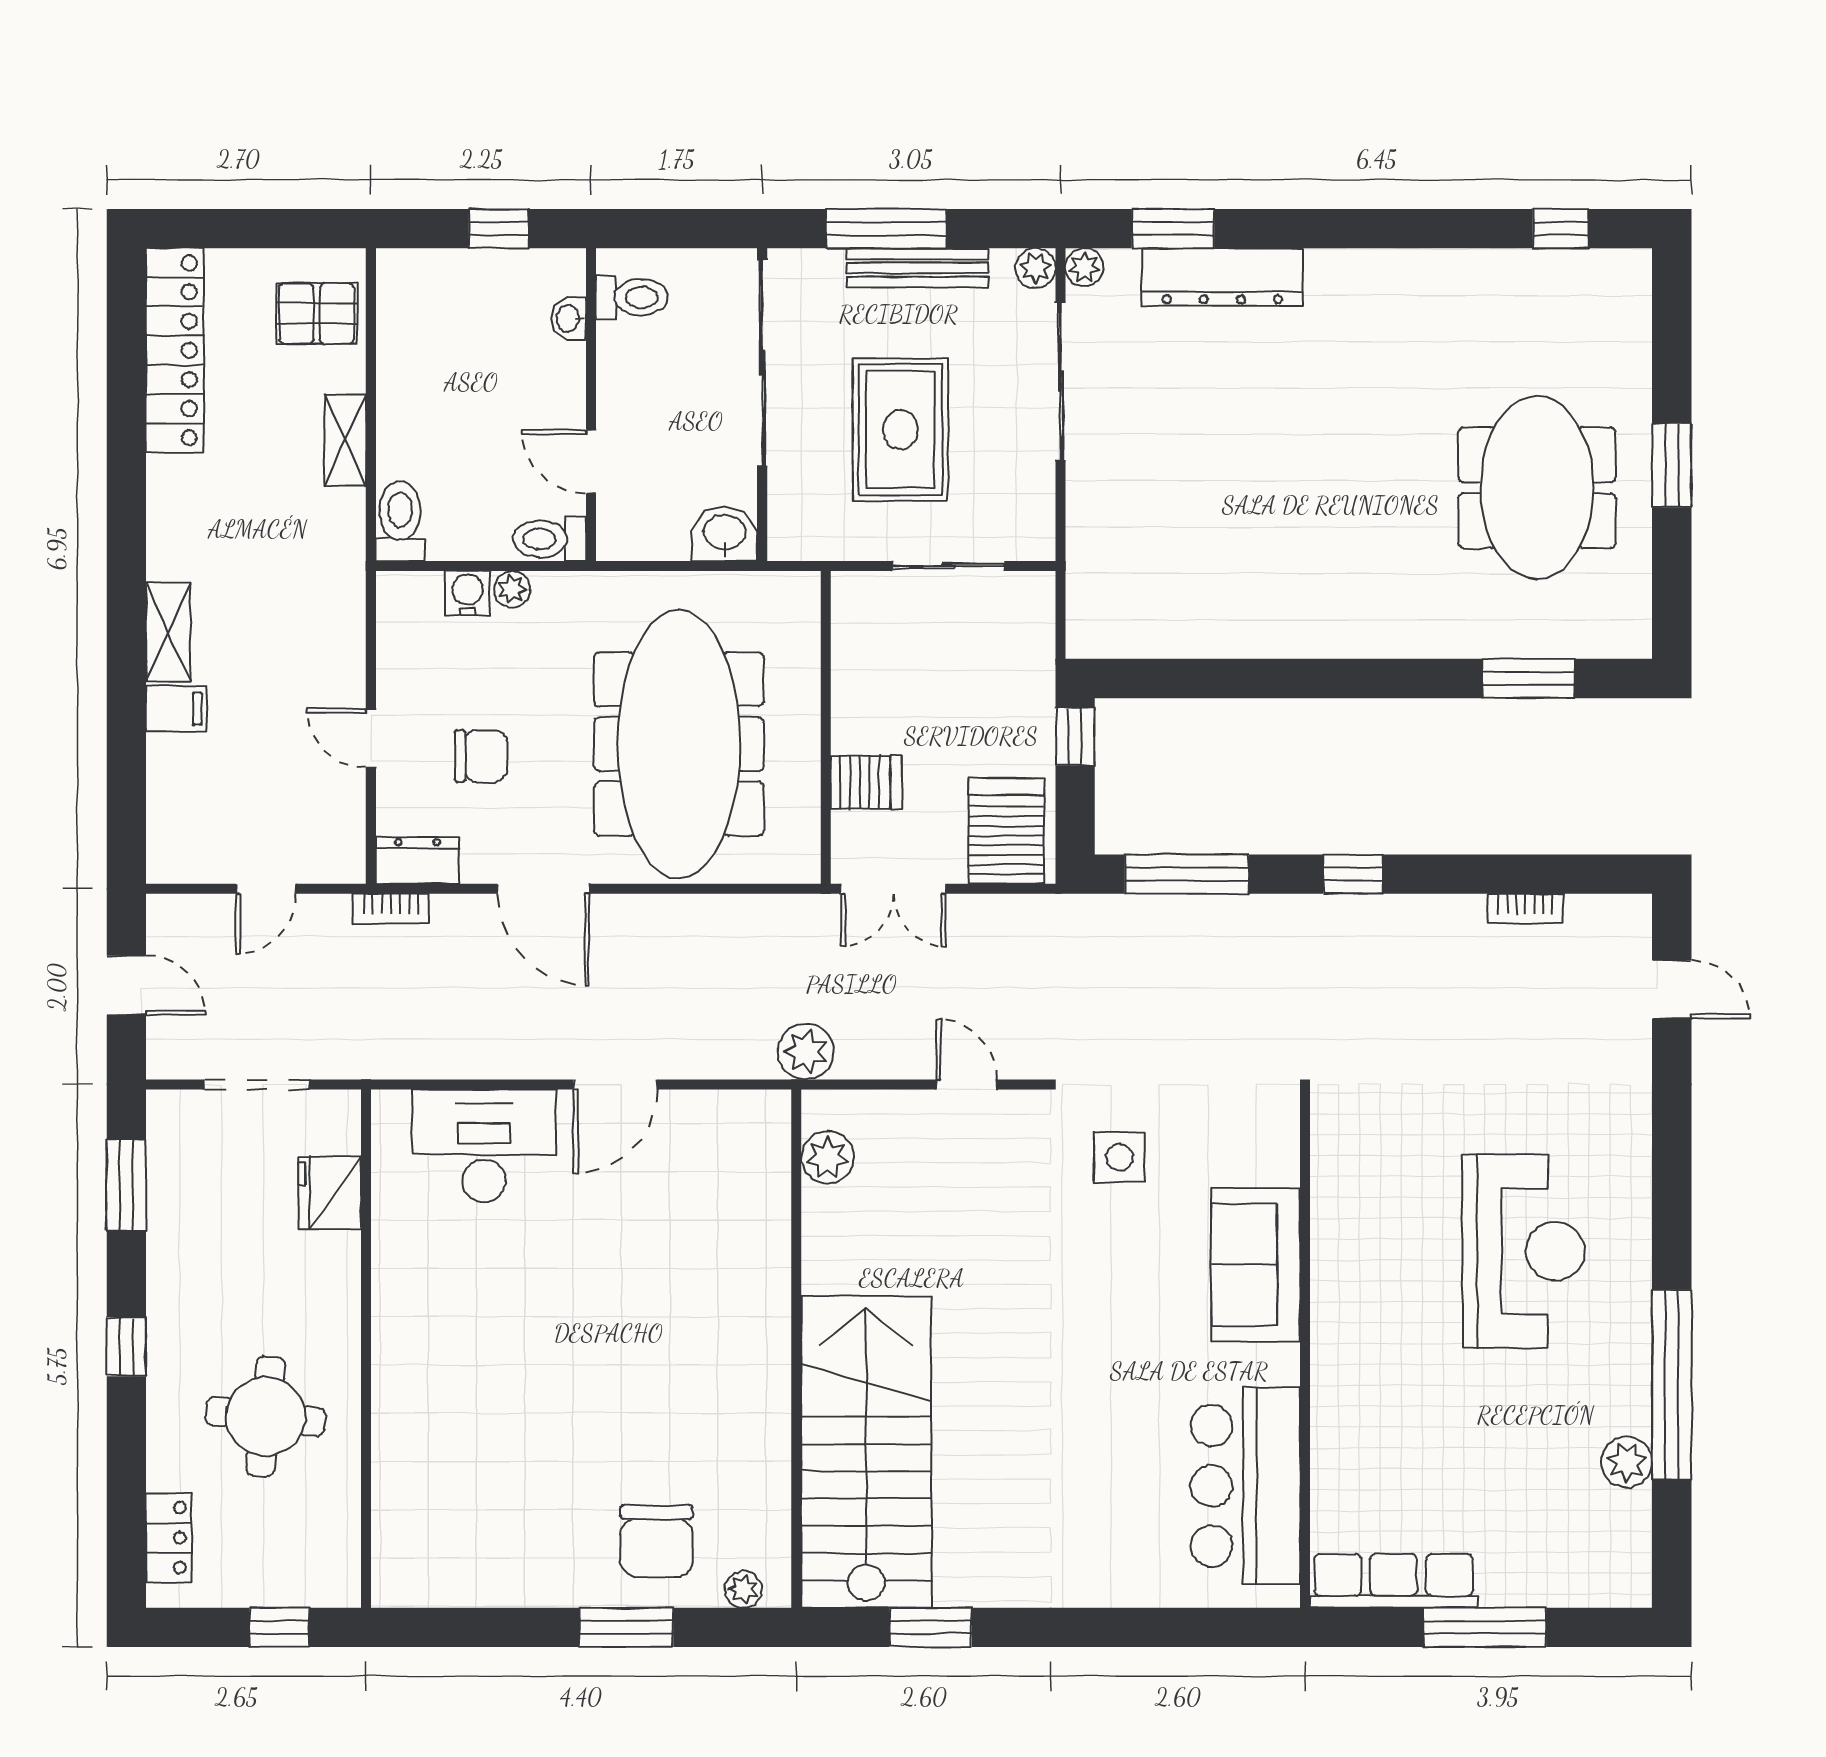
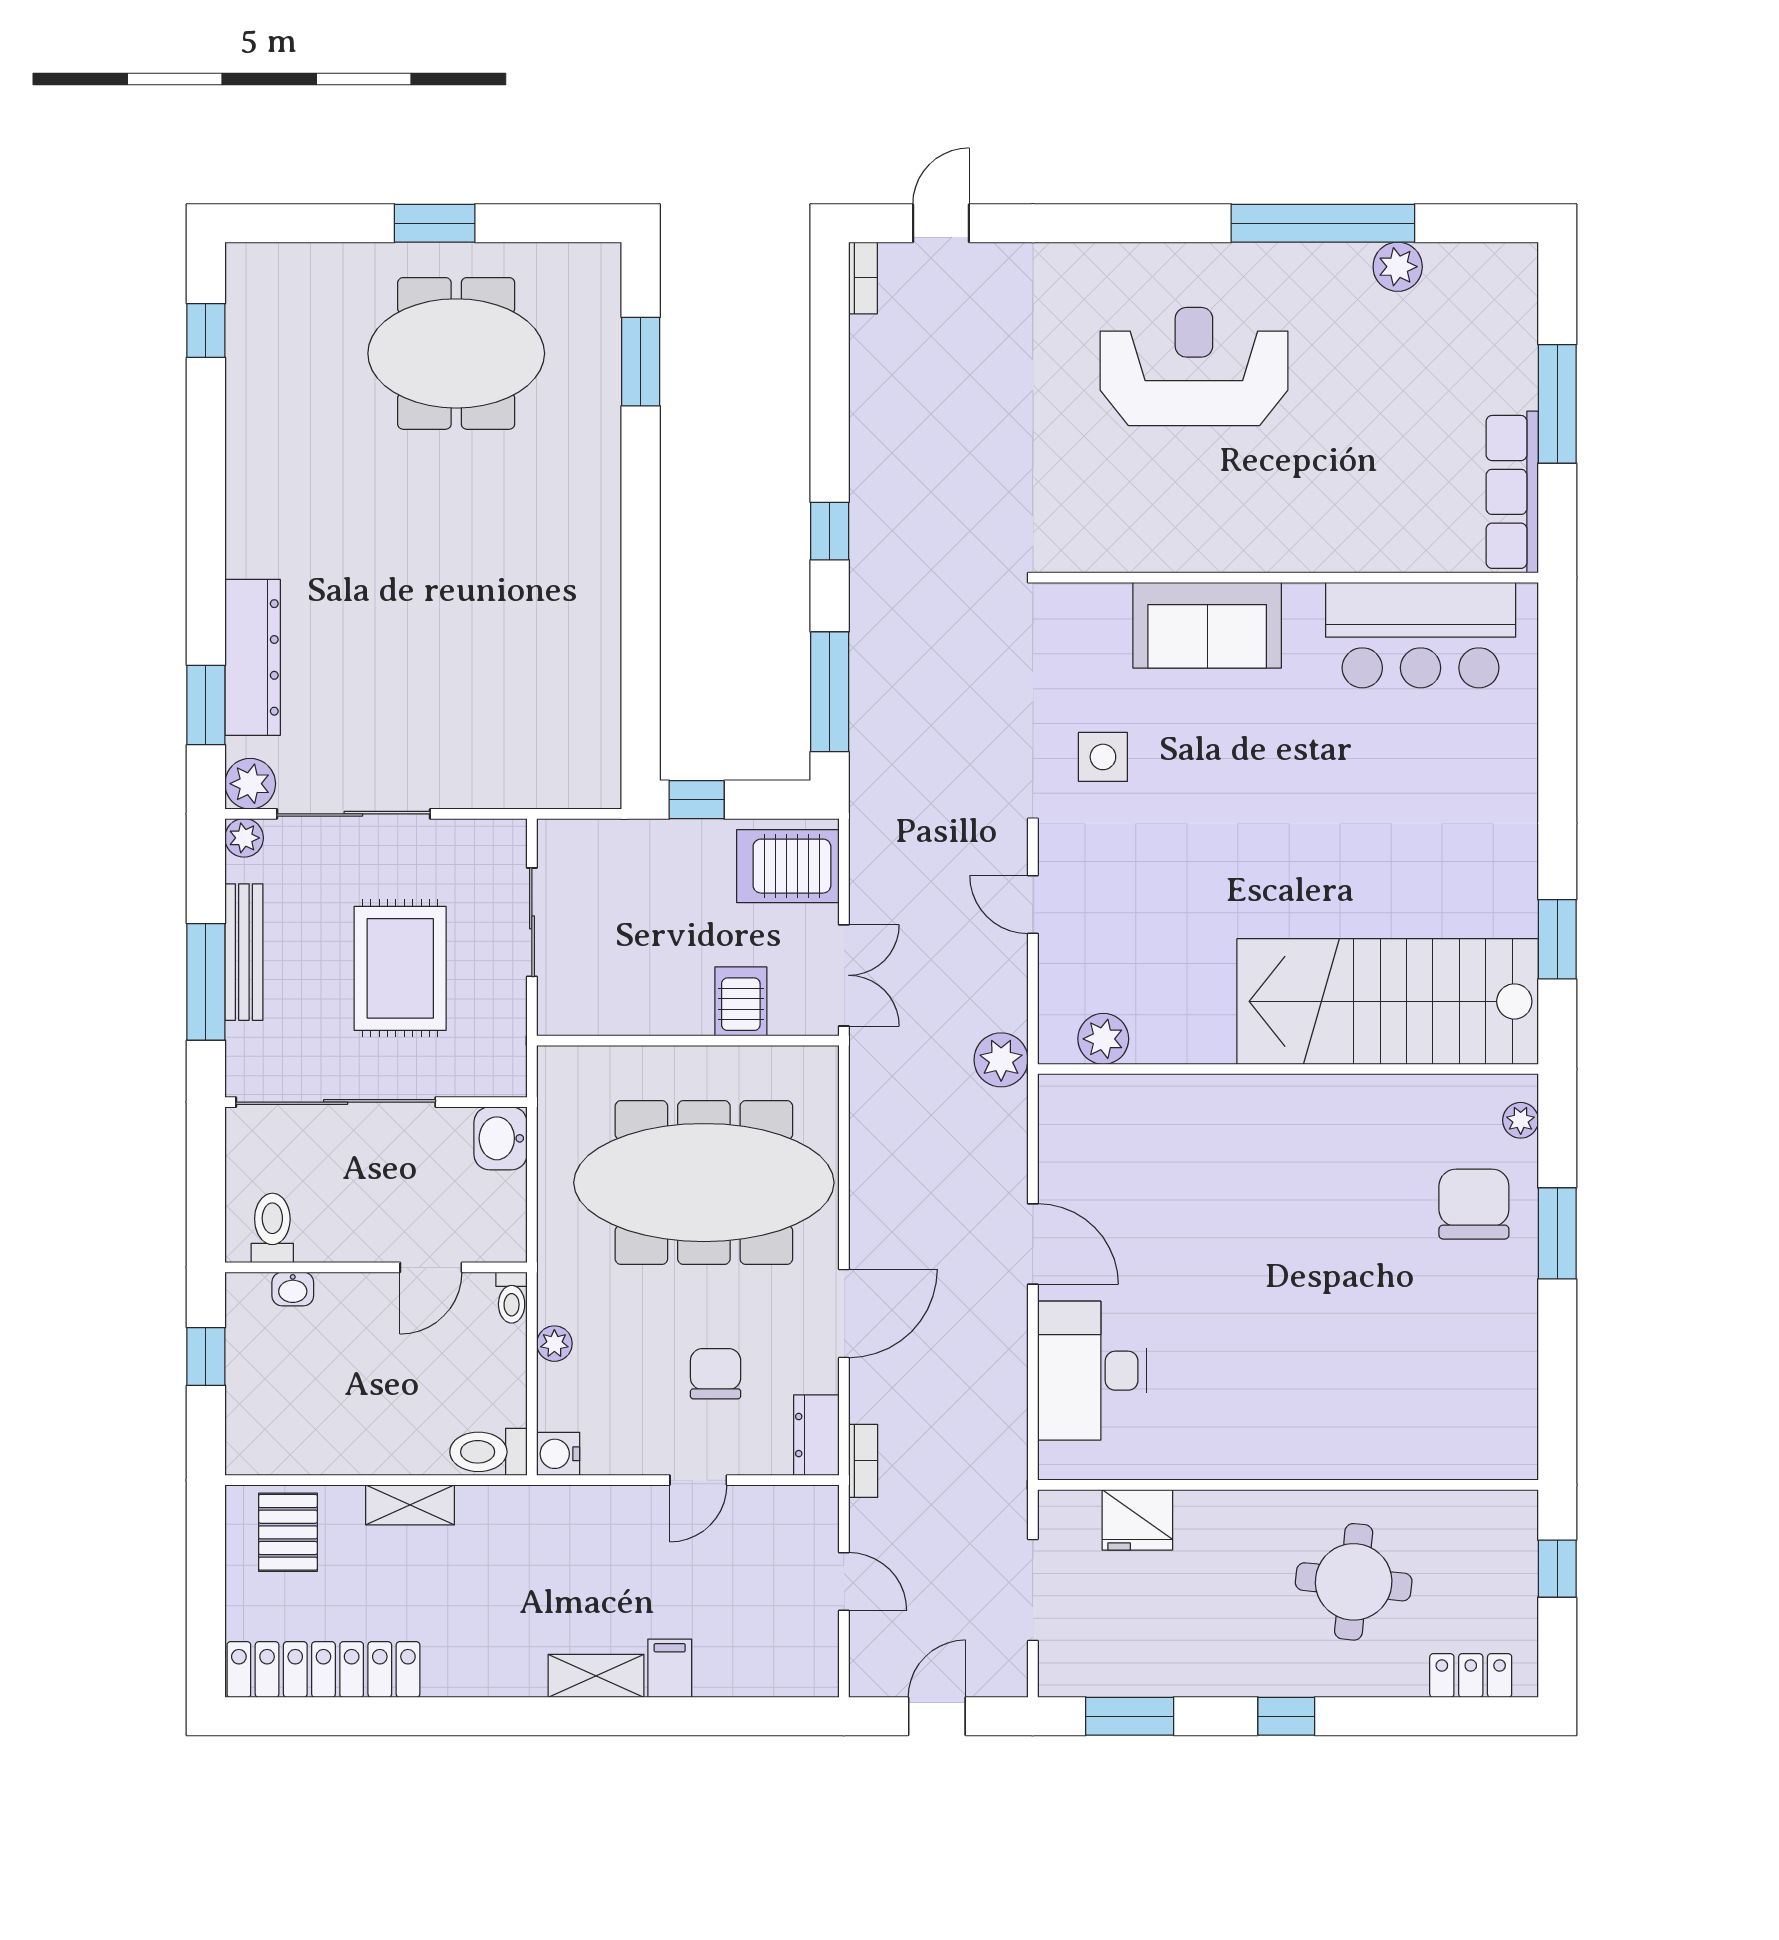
plant: (1084, 267) -> (250, 784), width x1.38, depth x1.38
rug: (900, 430) -> (400, 968), turned 90
toilet: (550, 539) -> (512, 1298), width x0.73, depth x0.72
water cooler: (468, 593) -> (558, 1454), moved
bookcase: (1525, 909) -> (863, 278), moved
door: (967, 1084) -> (1033, 905), hinge flipped
chair: (657, 1541) -> (1474, 1204), turned -90

